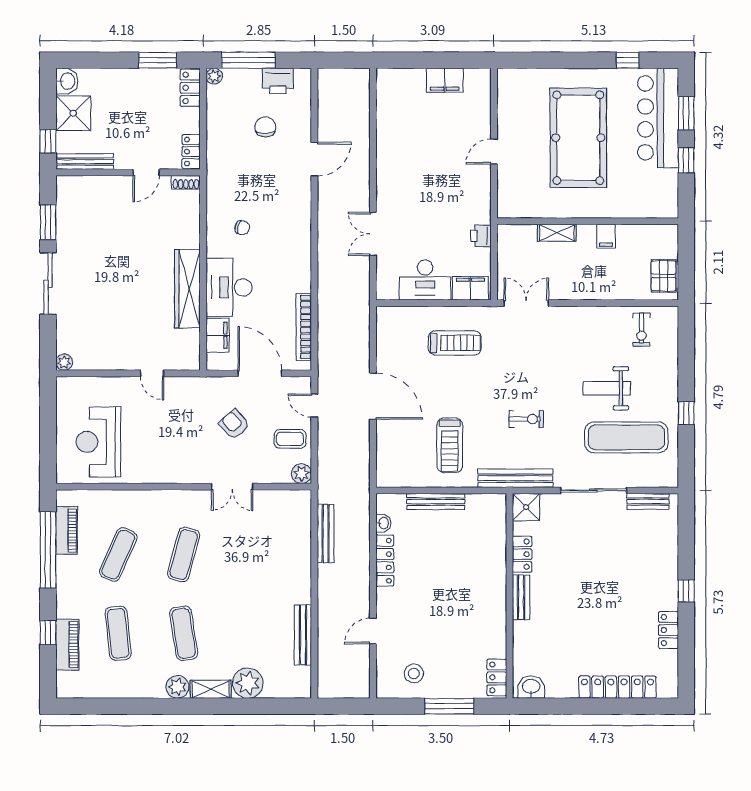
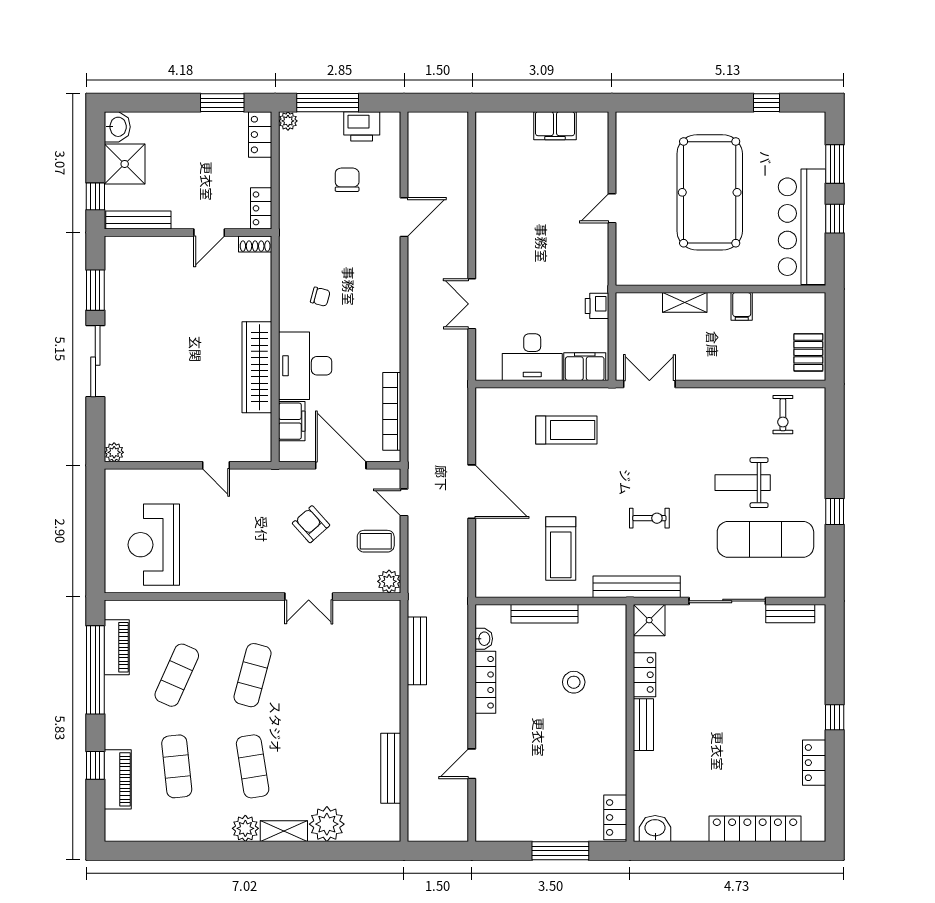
bar counter: (658, 118) -> (802, 227), moved
stool: (414, 673) -> (574, 682), moved

